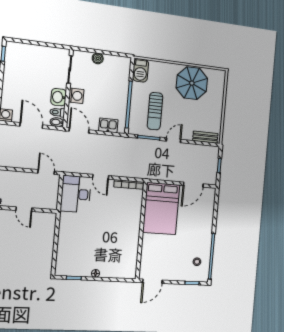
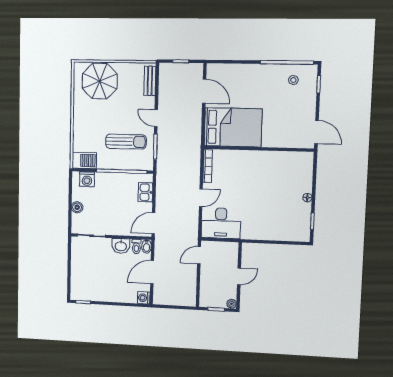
parasol: (192, 83) -> (100, 81), moved
washing machine: (76, 96) -> (87, 179), moved, turned 180

